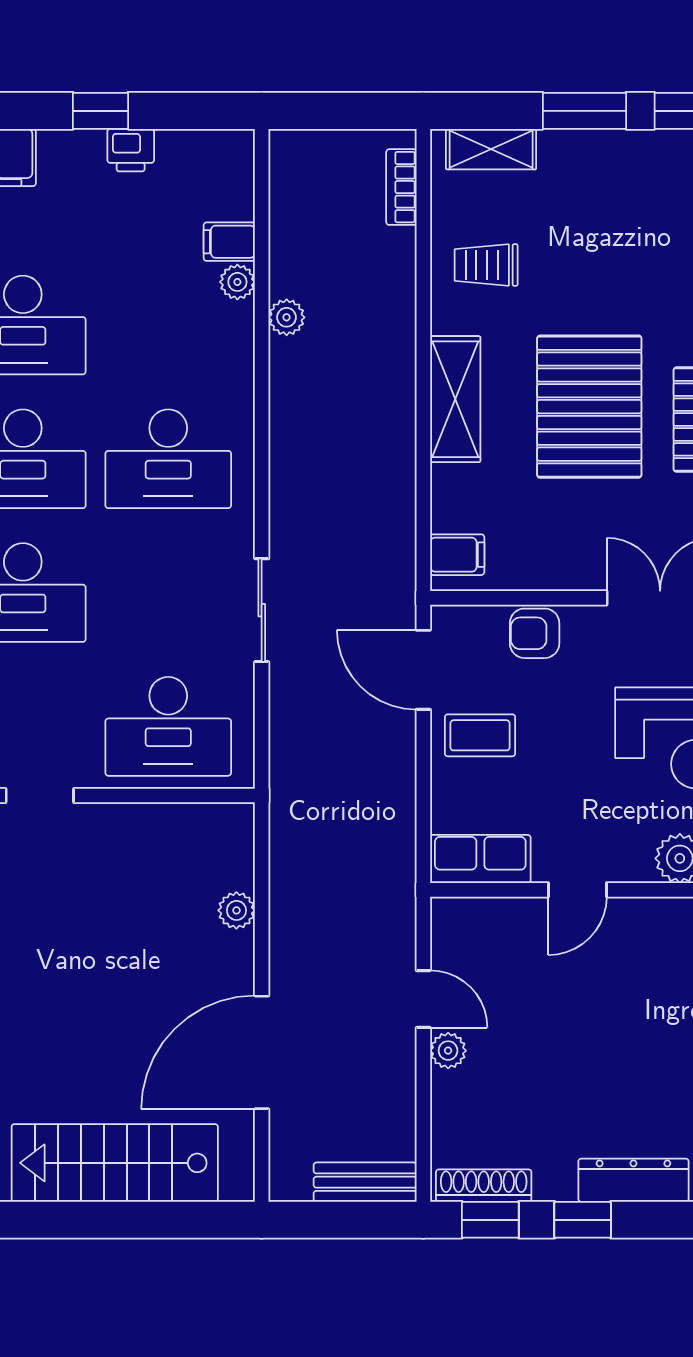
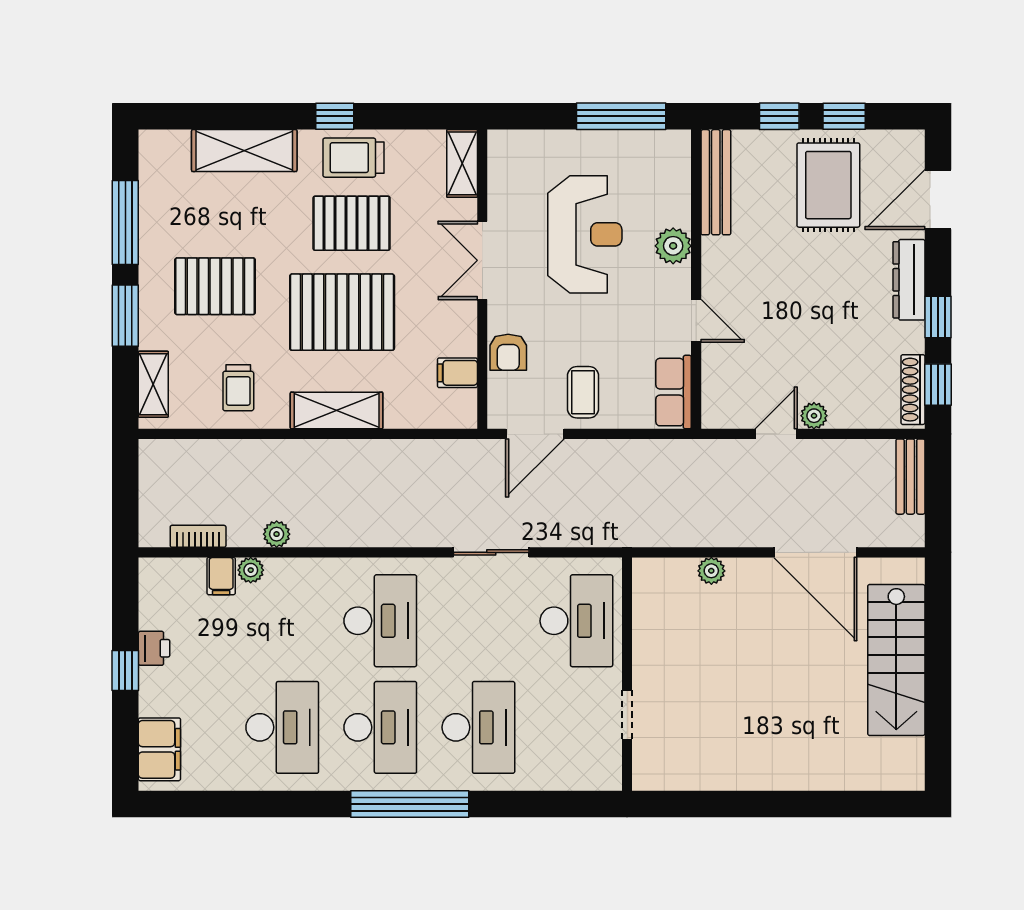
bookcase: (401, 187) -> (198, 536), moved, turned 180
pallet: (625, 233) -> (215, 286), added
filing cabinet: (457, 555) -> (457, 373), moved, turned -90

